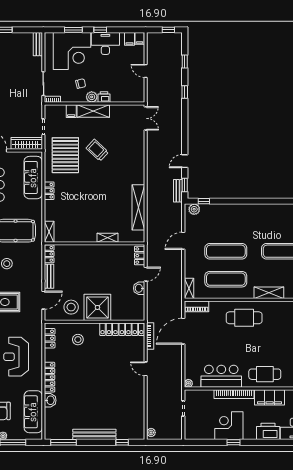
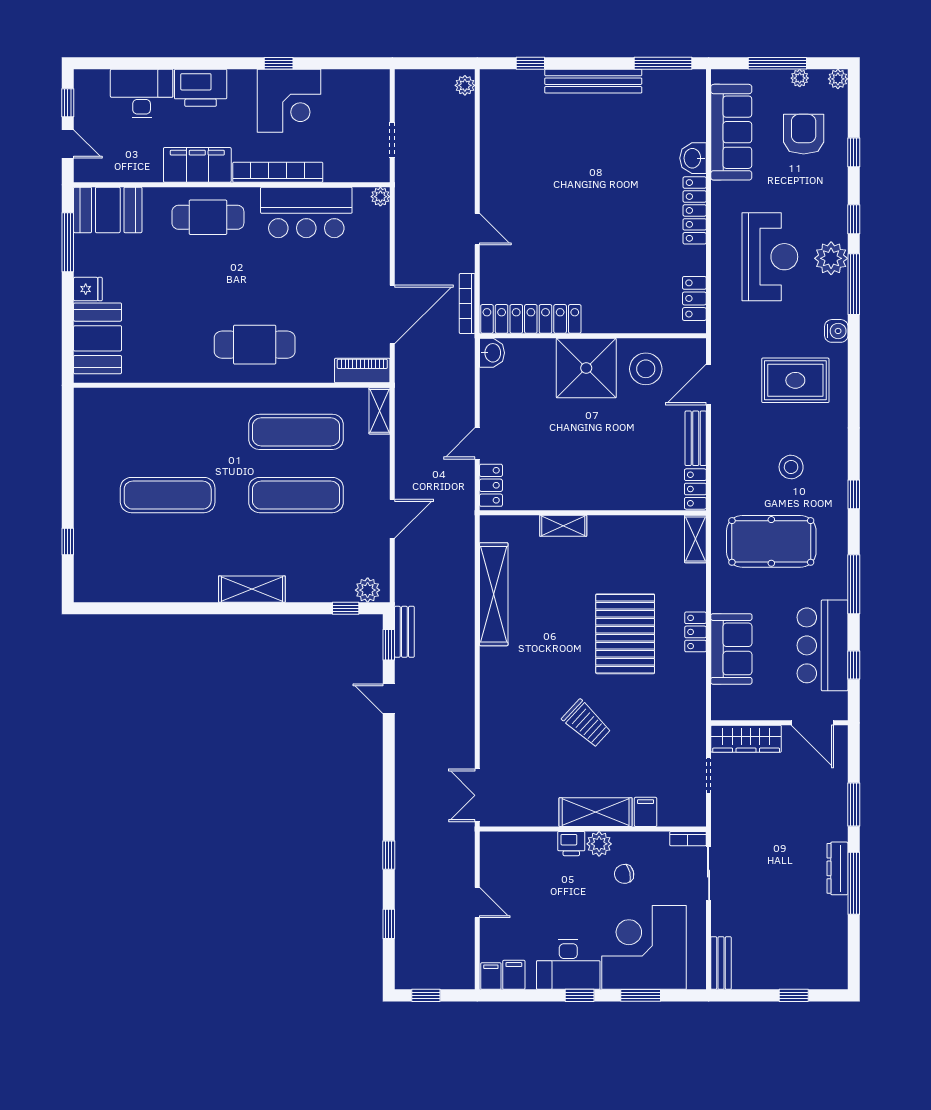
pallet: (65, 155) -> (625, 634), moved
door: (185, 161) -> (389, 699), swing flipped
sofa: (33, 178) -> (731, 649), width x0.73
washbasin: (139, 288) -> (492, 353), moved
shelving: (269, 293) -> (252, 589), moved
stool: (78, 340) -> (630, 295), removed

